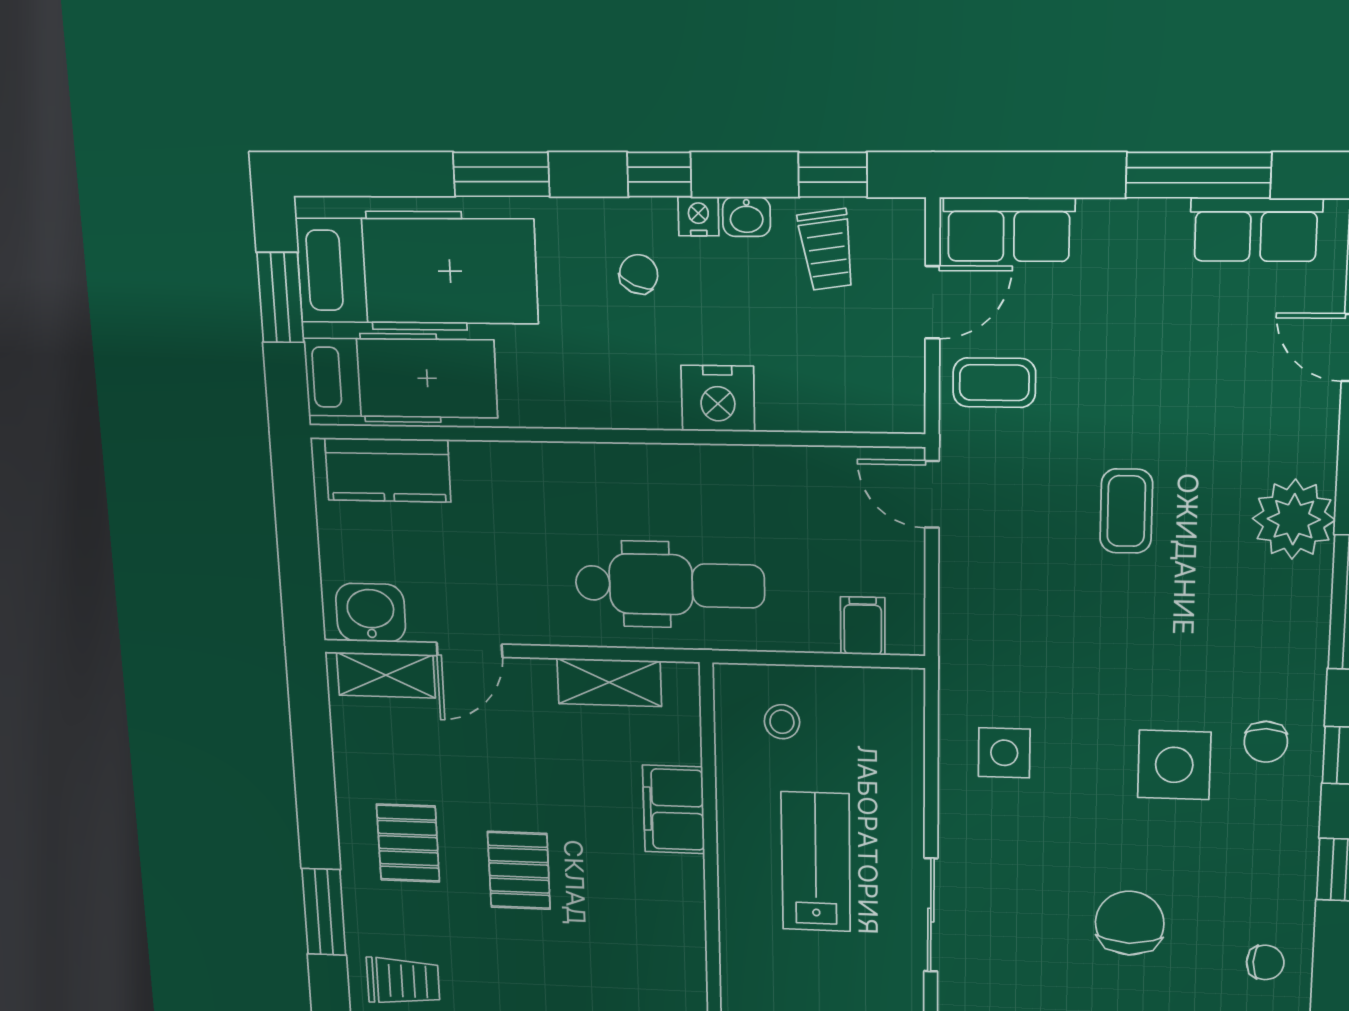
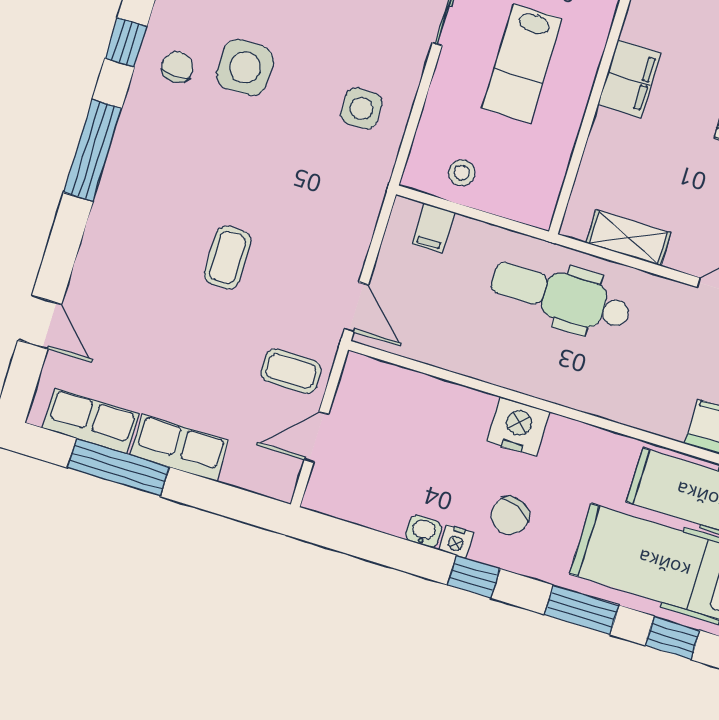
window: (833, 175) -> (672, 638), moved
row of seats: (1009, 229) -> (179, 448), moved
trolley: (827, 250) -> (376, 493), removed
chair: (639, 274) -> (510, 516), width x1.37, depth x1.37
nightstand: (718, 399) -> (518, 427), moved
plant: (1294, 519) -> (117, 220), removed
stool: (782, 722) -> (462, 173), moved
filing cabinet: (674, 809) -> (629, 79), moved

